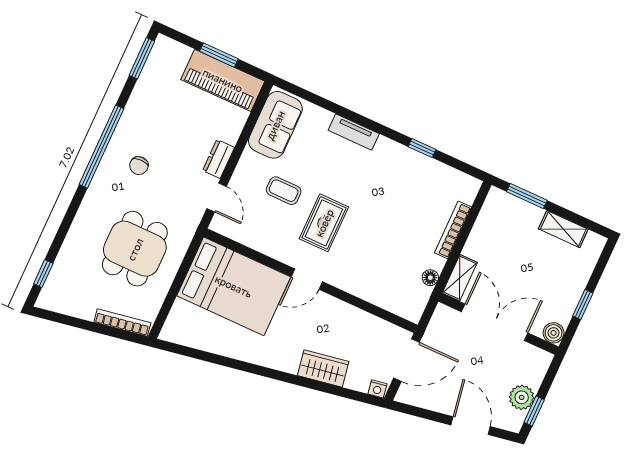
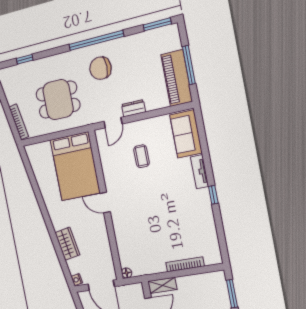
window: (219, 55) -> (189, 65), width x1.44
sofa: (275, 125) -> (186, 134), moved, turned 90
window: (422, 148) -> (213, 195), moved
chair: (139, 166) -> (100, 68), width x1.87, depth x1.87
rug: (324, 223) -> (140, 191), removed
window: (43, 274) -> (25, 59), moved
floor lamp: (430, 278) -> (127, 273), moved

